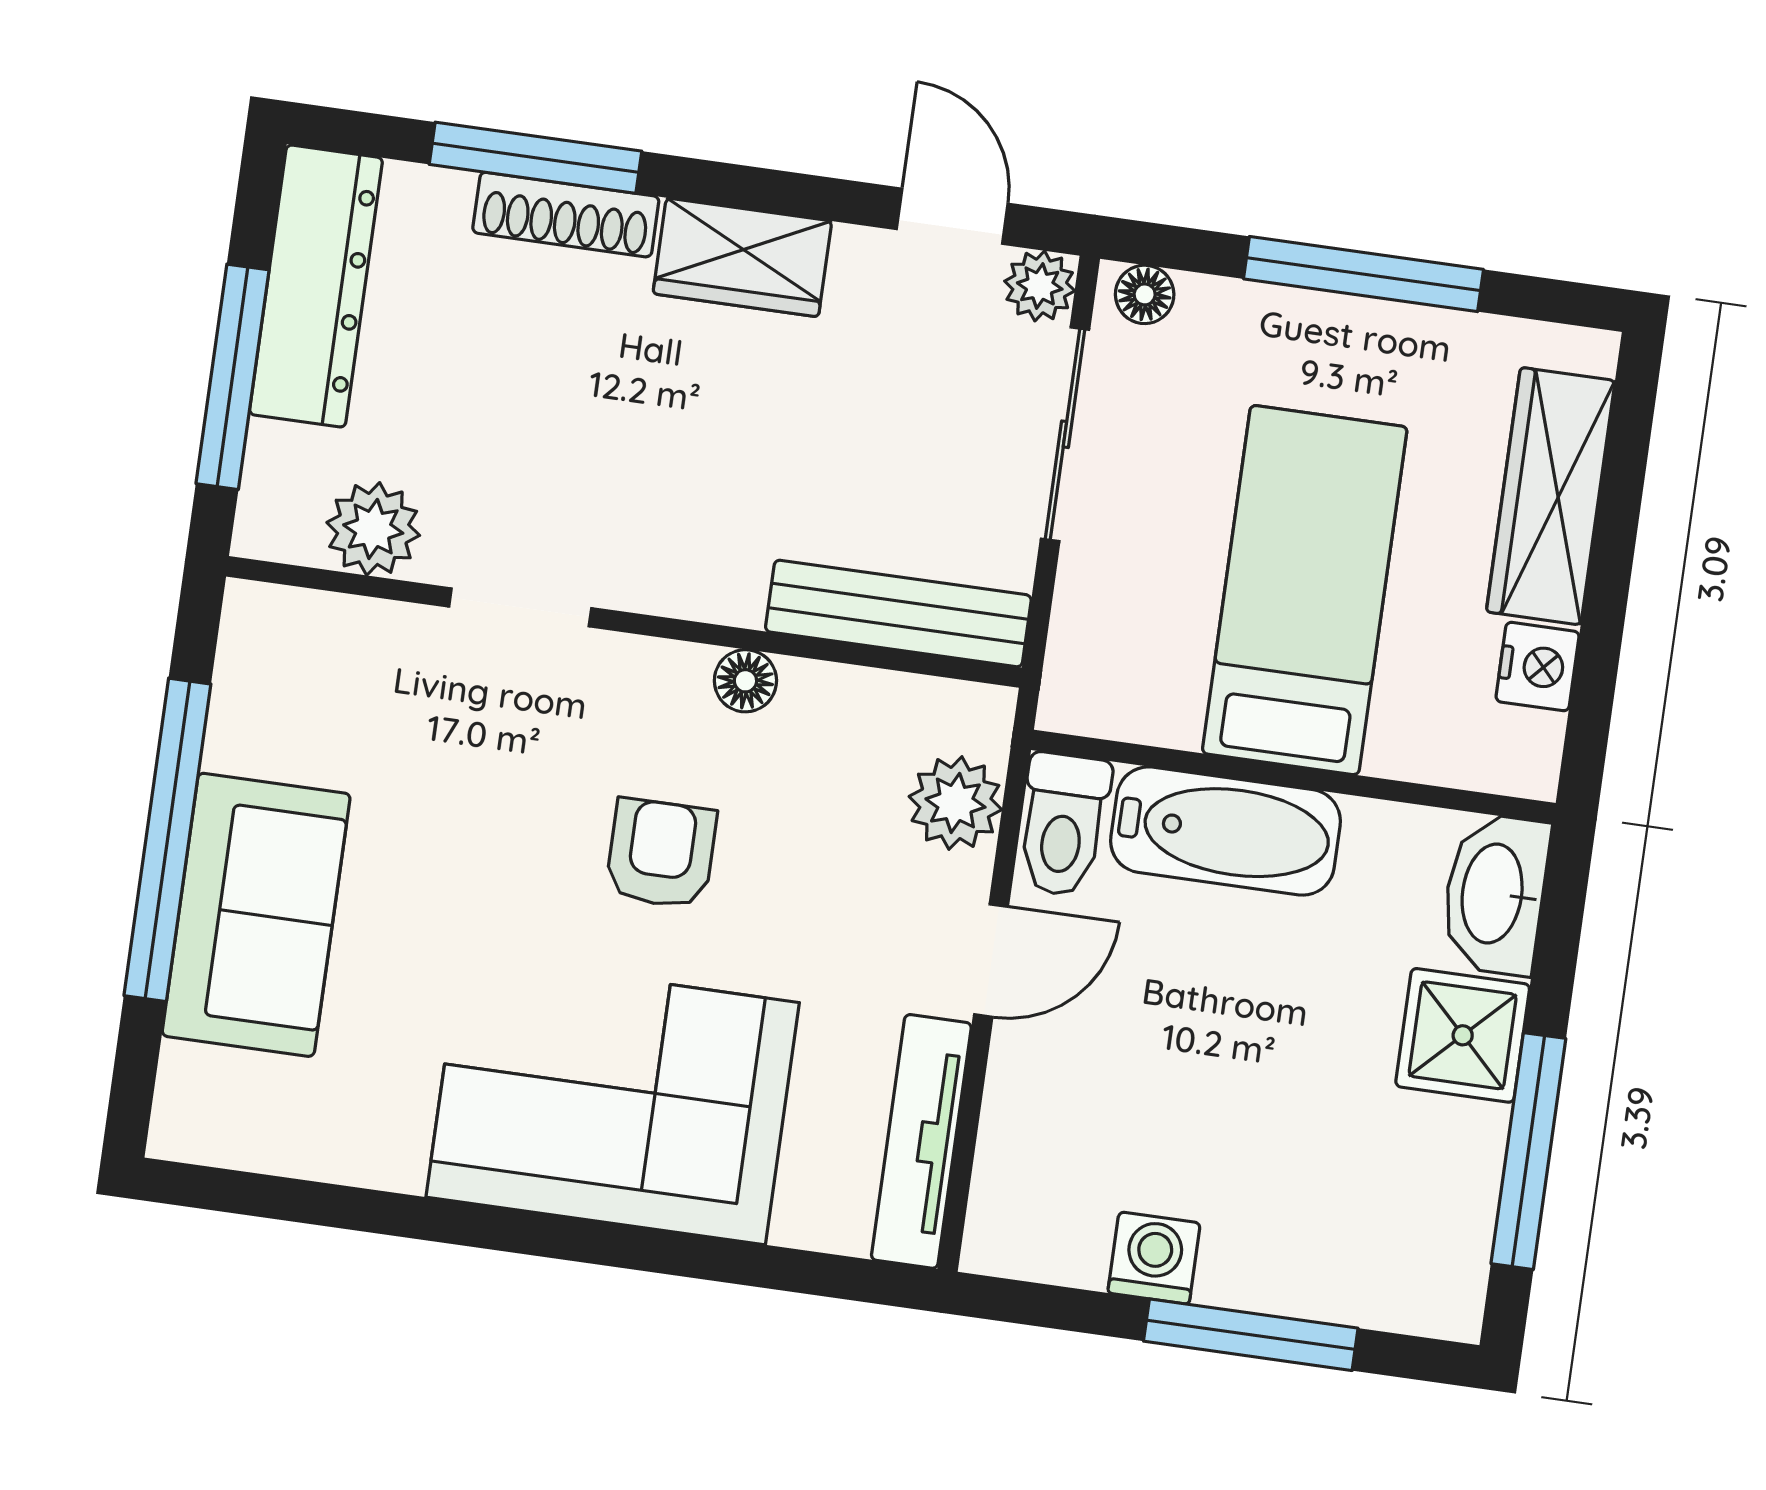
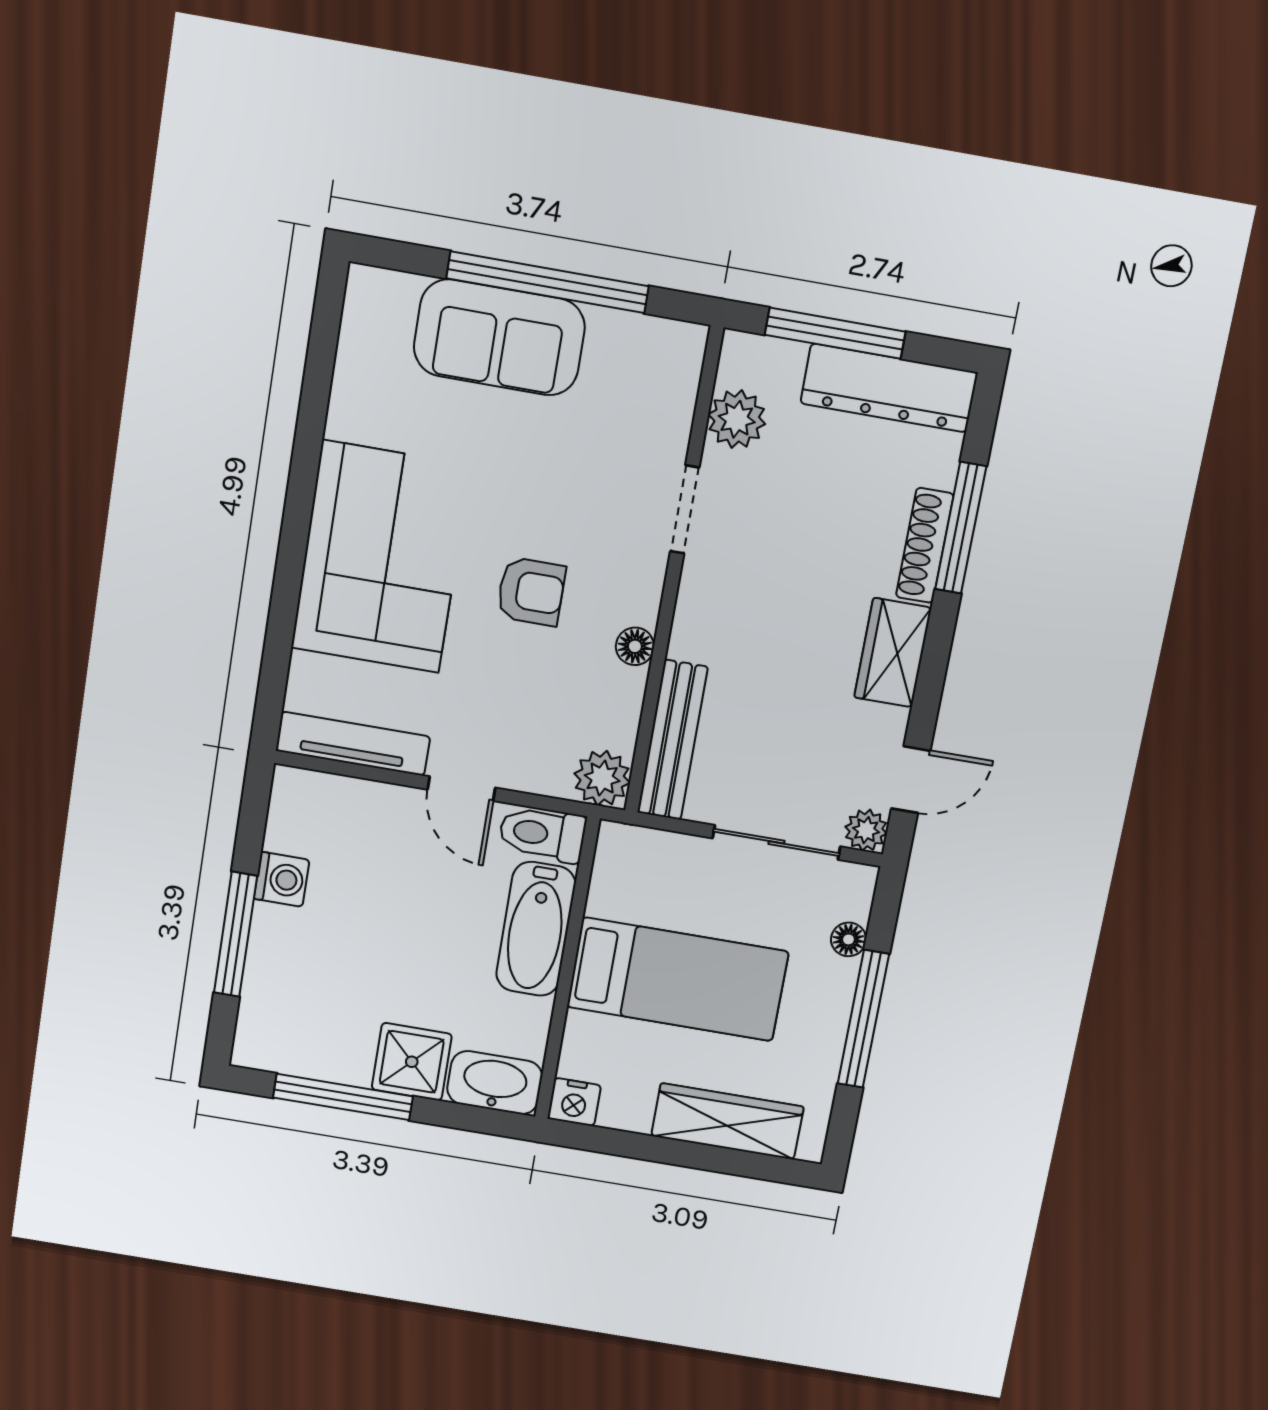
floor lamp: (1145, 294) -> (848, 939), moved
nightstand: (1538, 667) -> (574, 1102), moved
plant: (955, 803) -> (602, 778), moved

